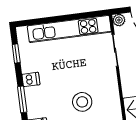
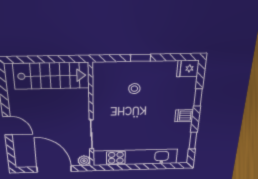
window: (22, 99) -> (198, 98), width x0.67
stool: (82, 102) -> (134, 89), width x0.53, depth x0.53

